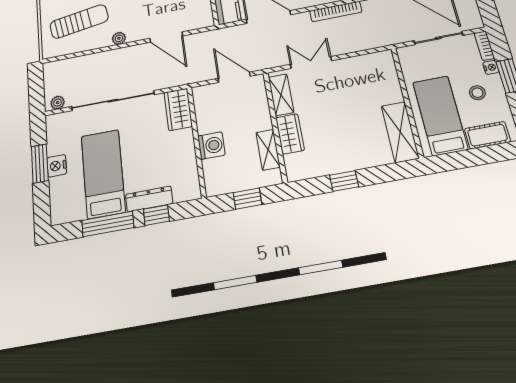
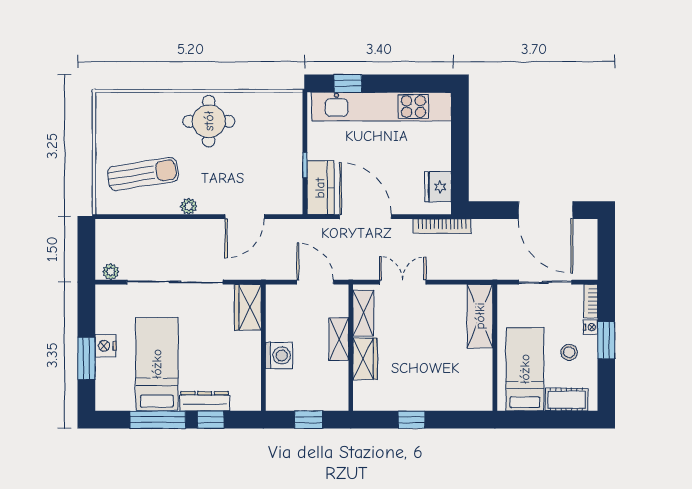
door: (166, 37) -> (245, 217), hinge flipped
shelving: (400, 132) -> (480, 316), moved
shelving: (268, 150) -> (339, 339), moved
window: (40, 164) -> (86, 358), moved

